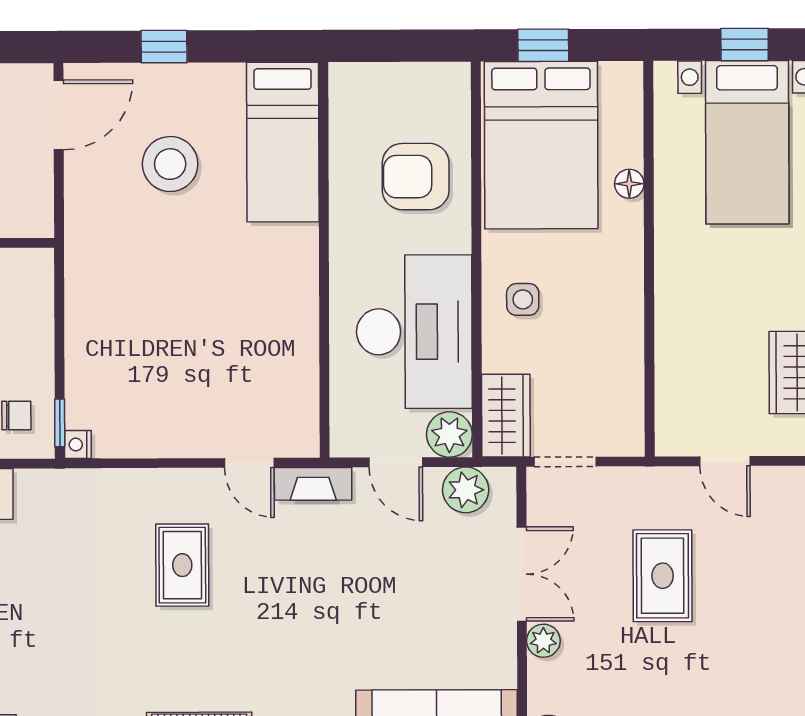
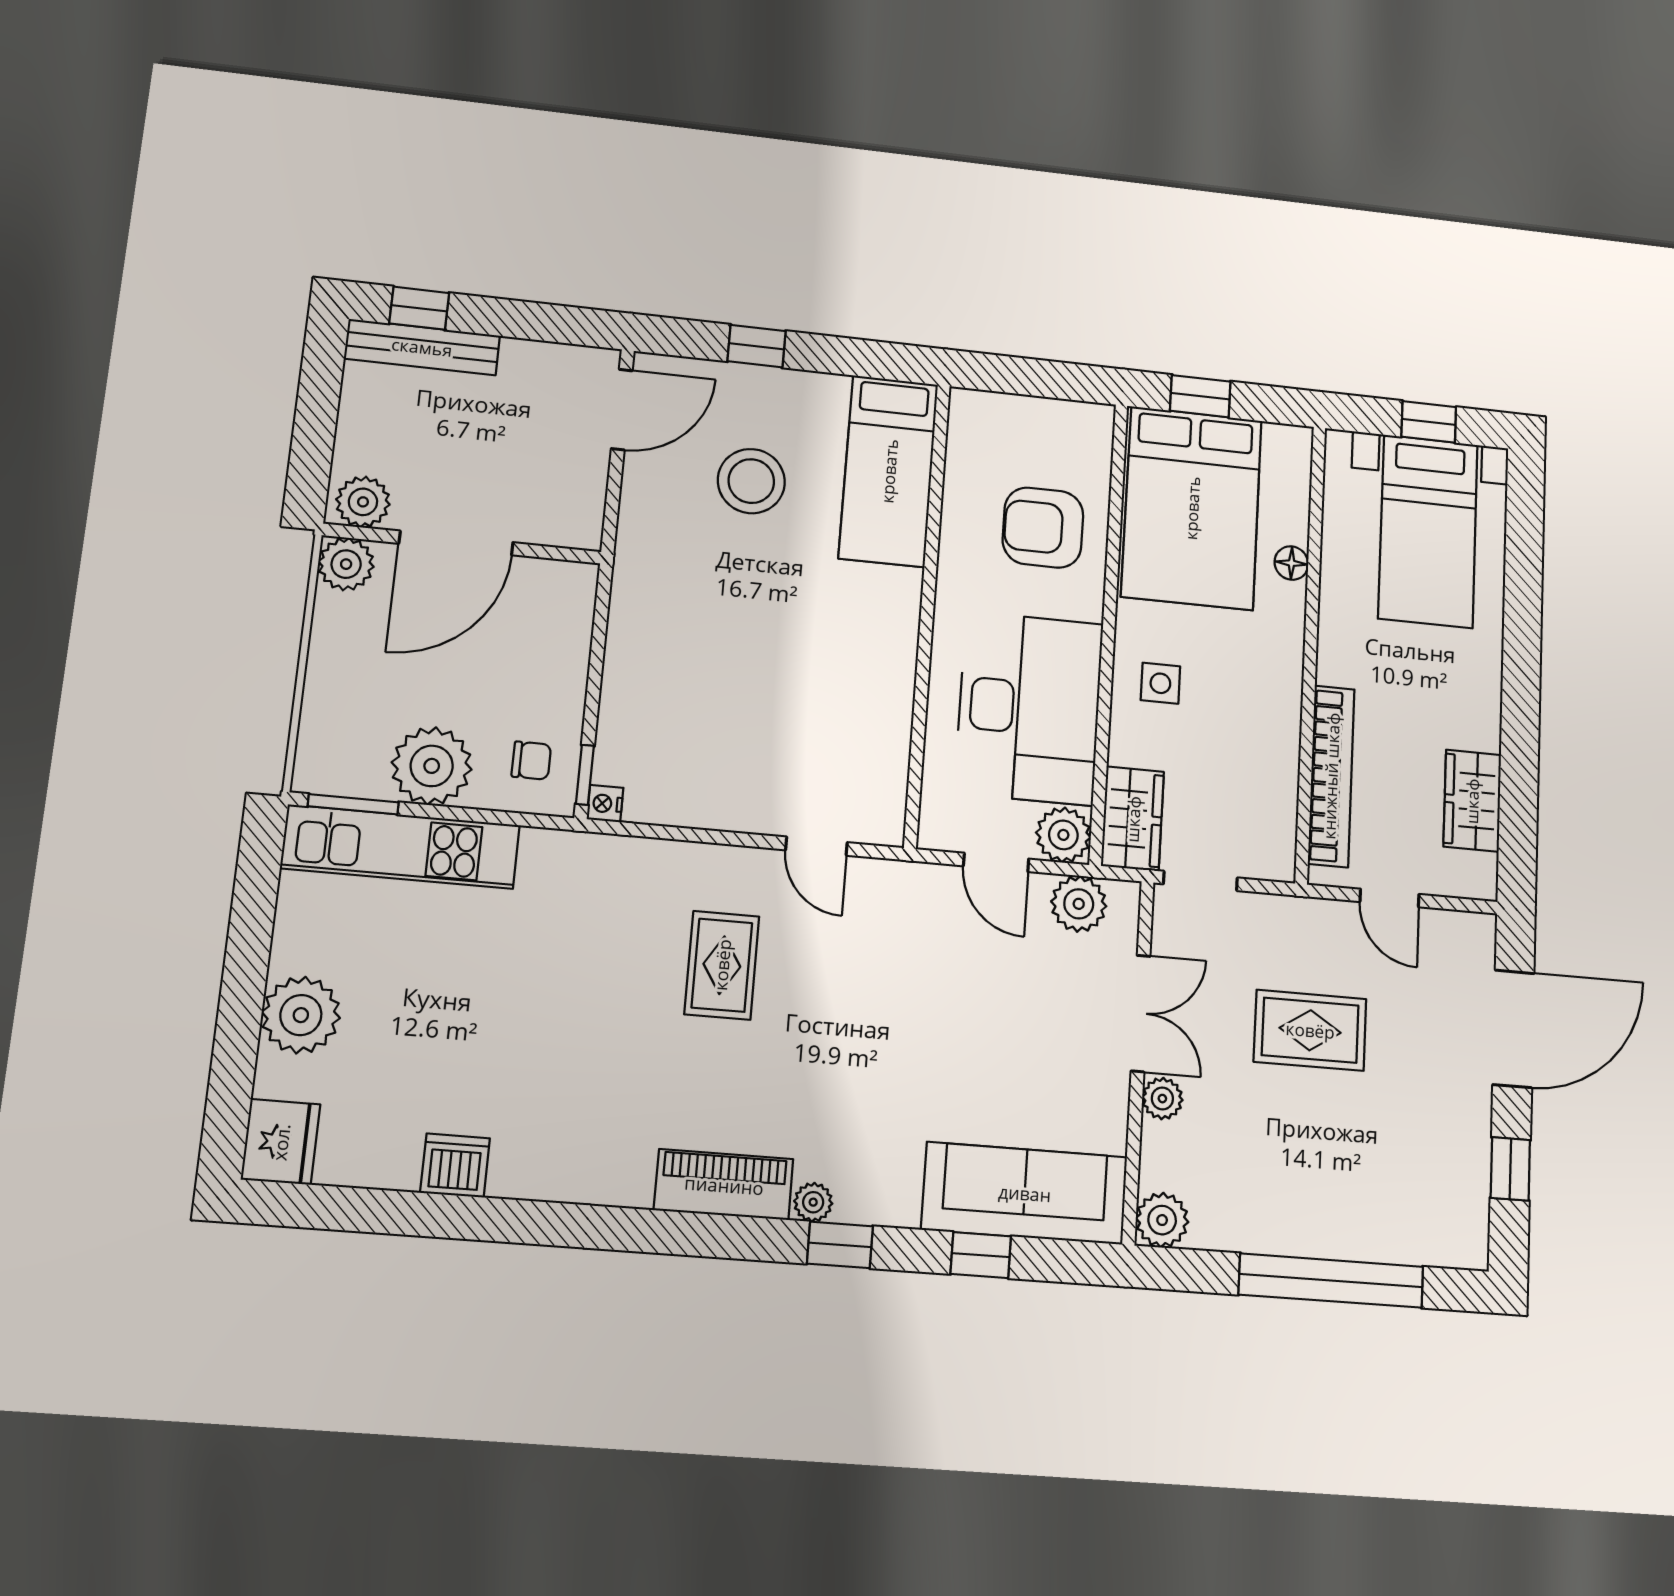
bookcase: (671, 363) -> (1331, 776), added
fireplace: (313, 484) -> (893, 879), removed
rug: (663, 576) -> (1310, 1030), turned 90

